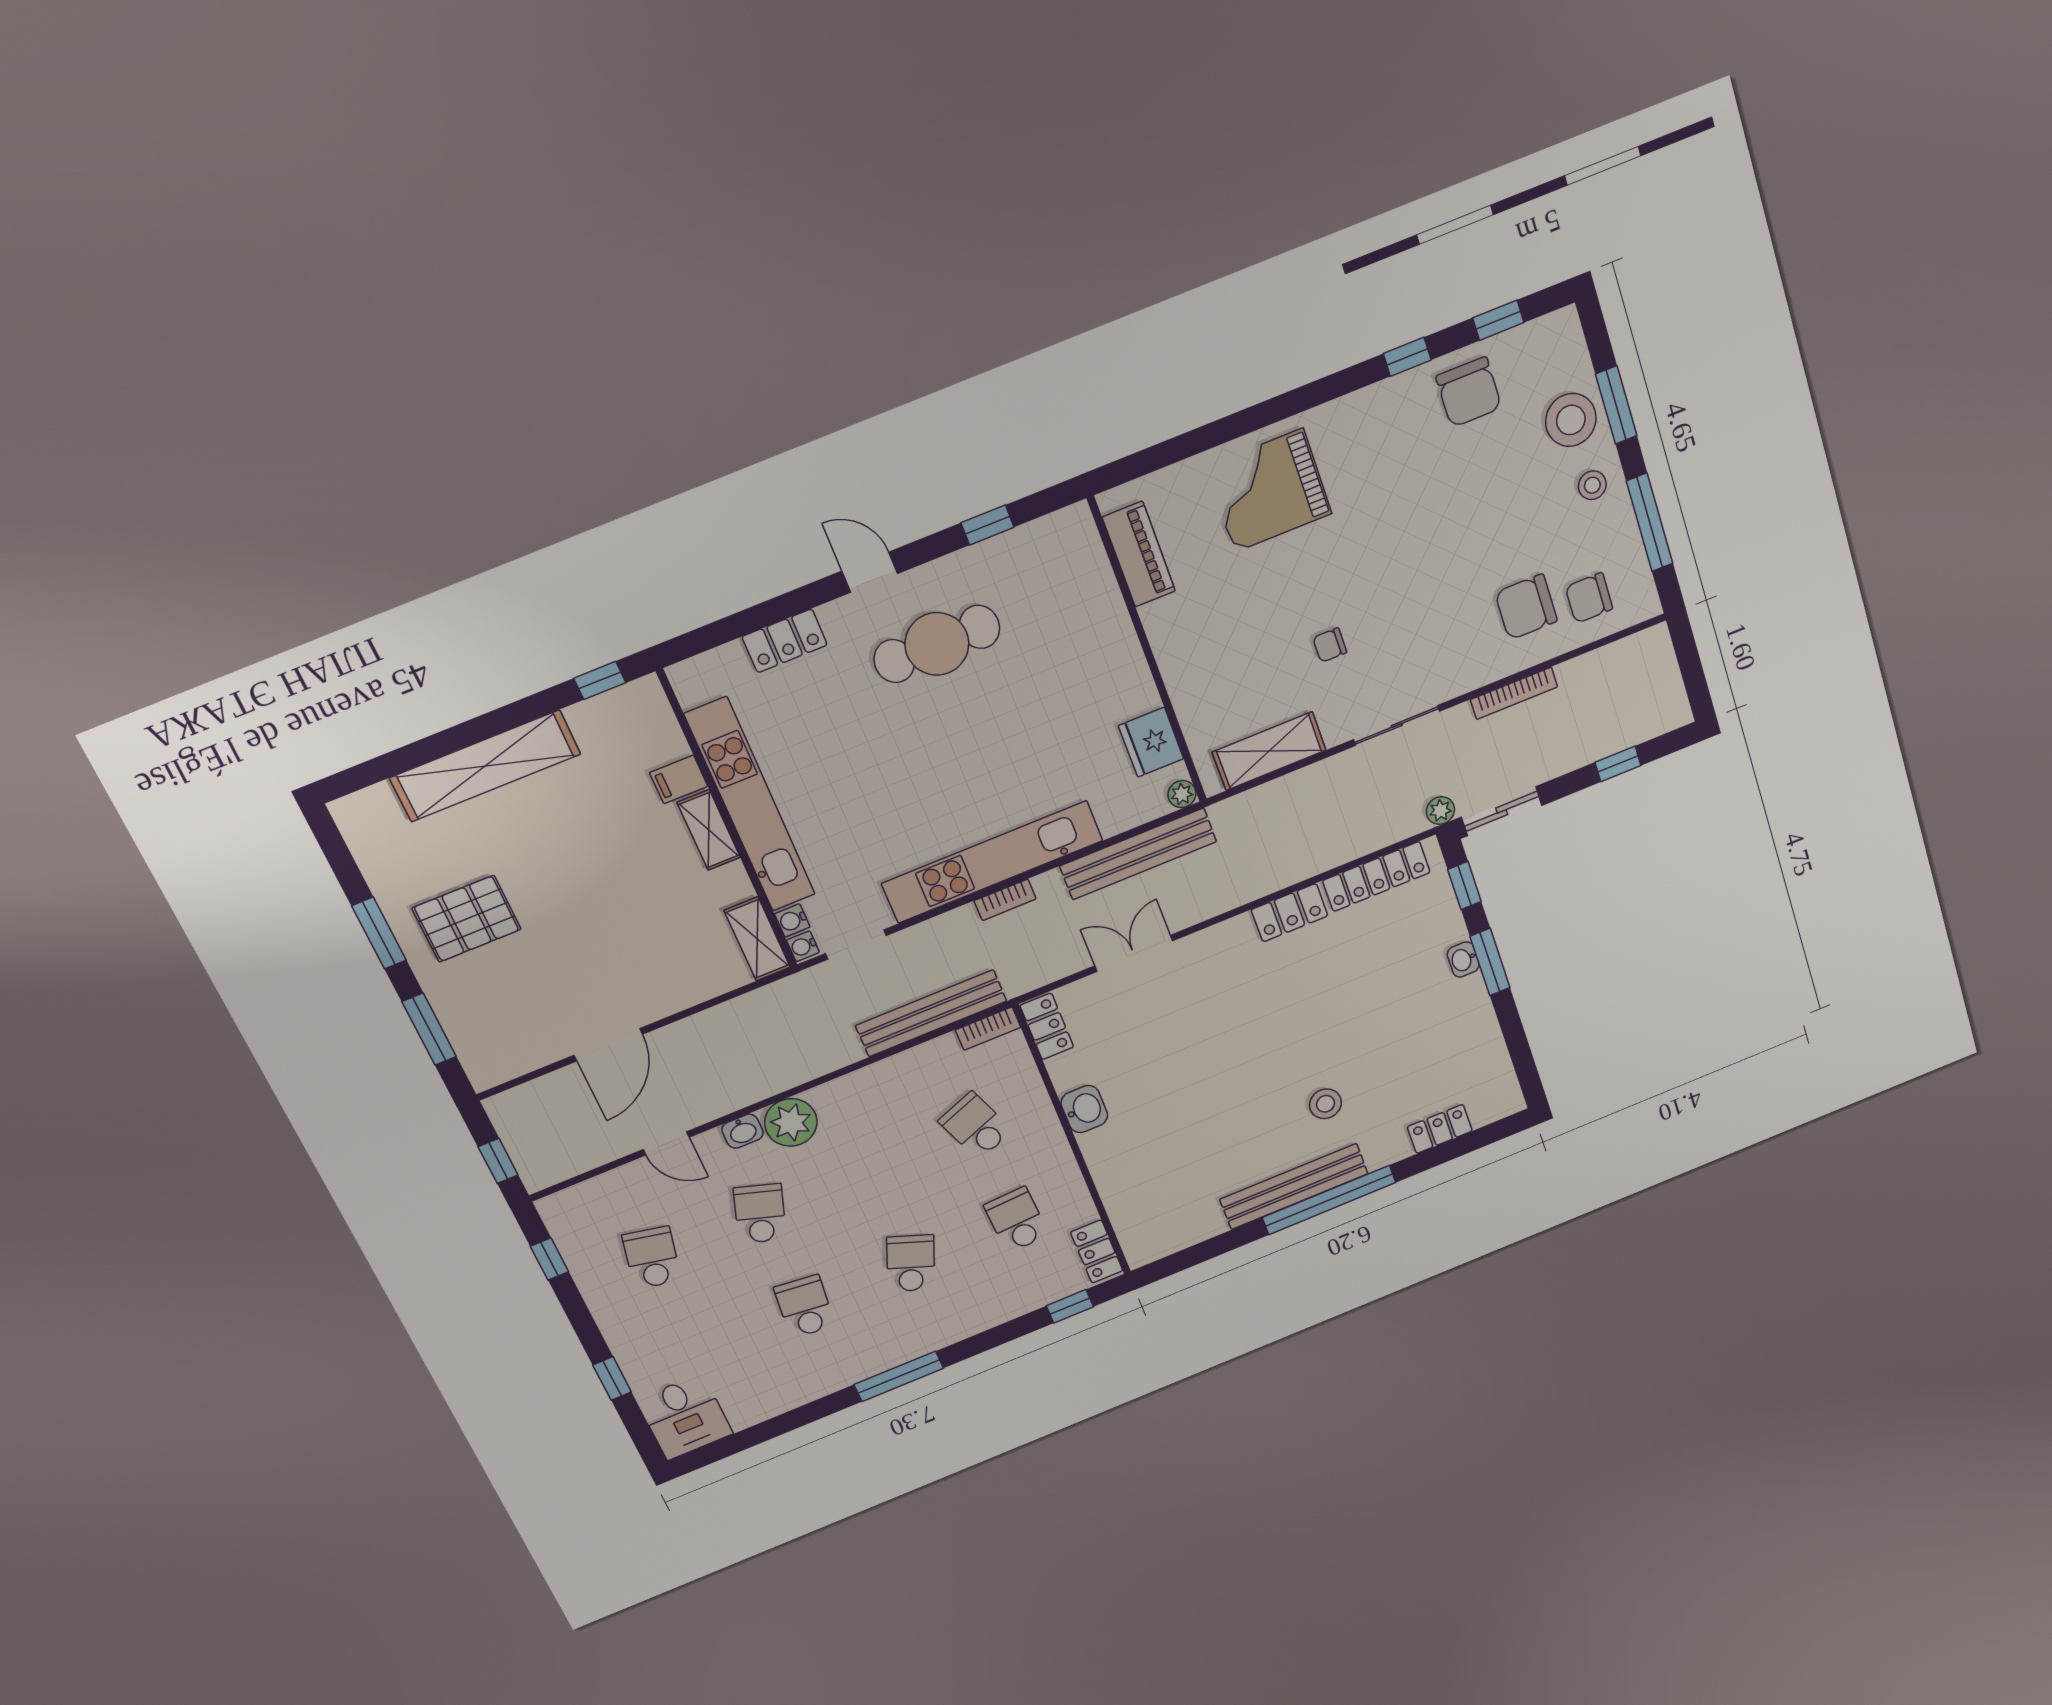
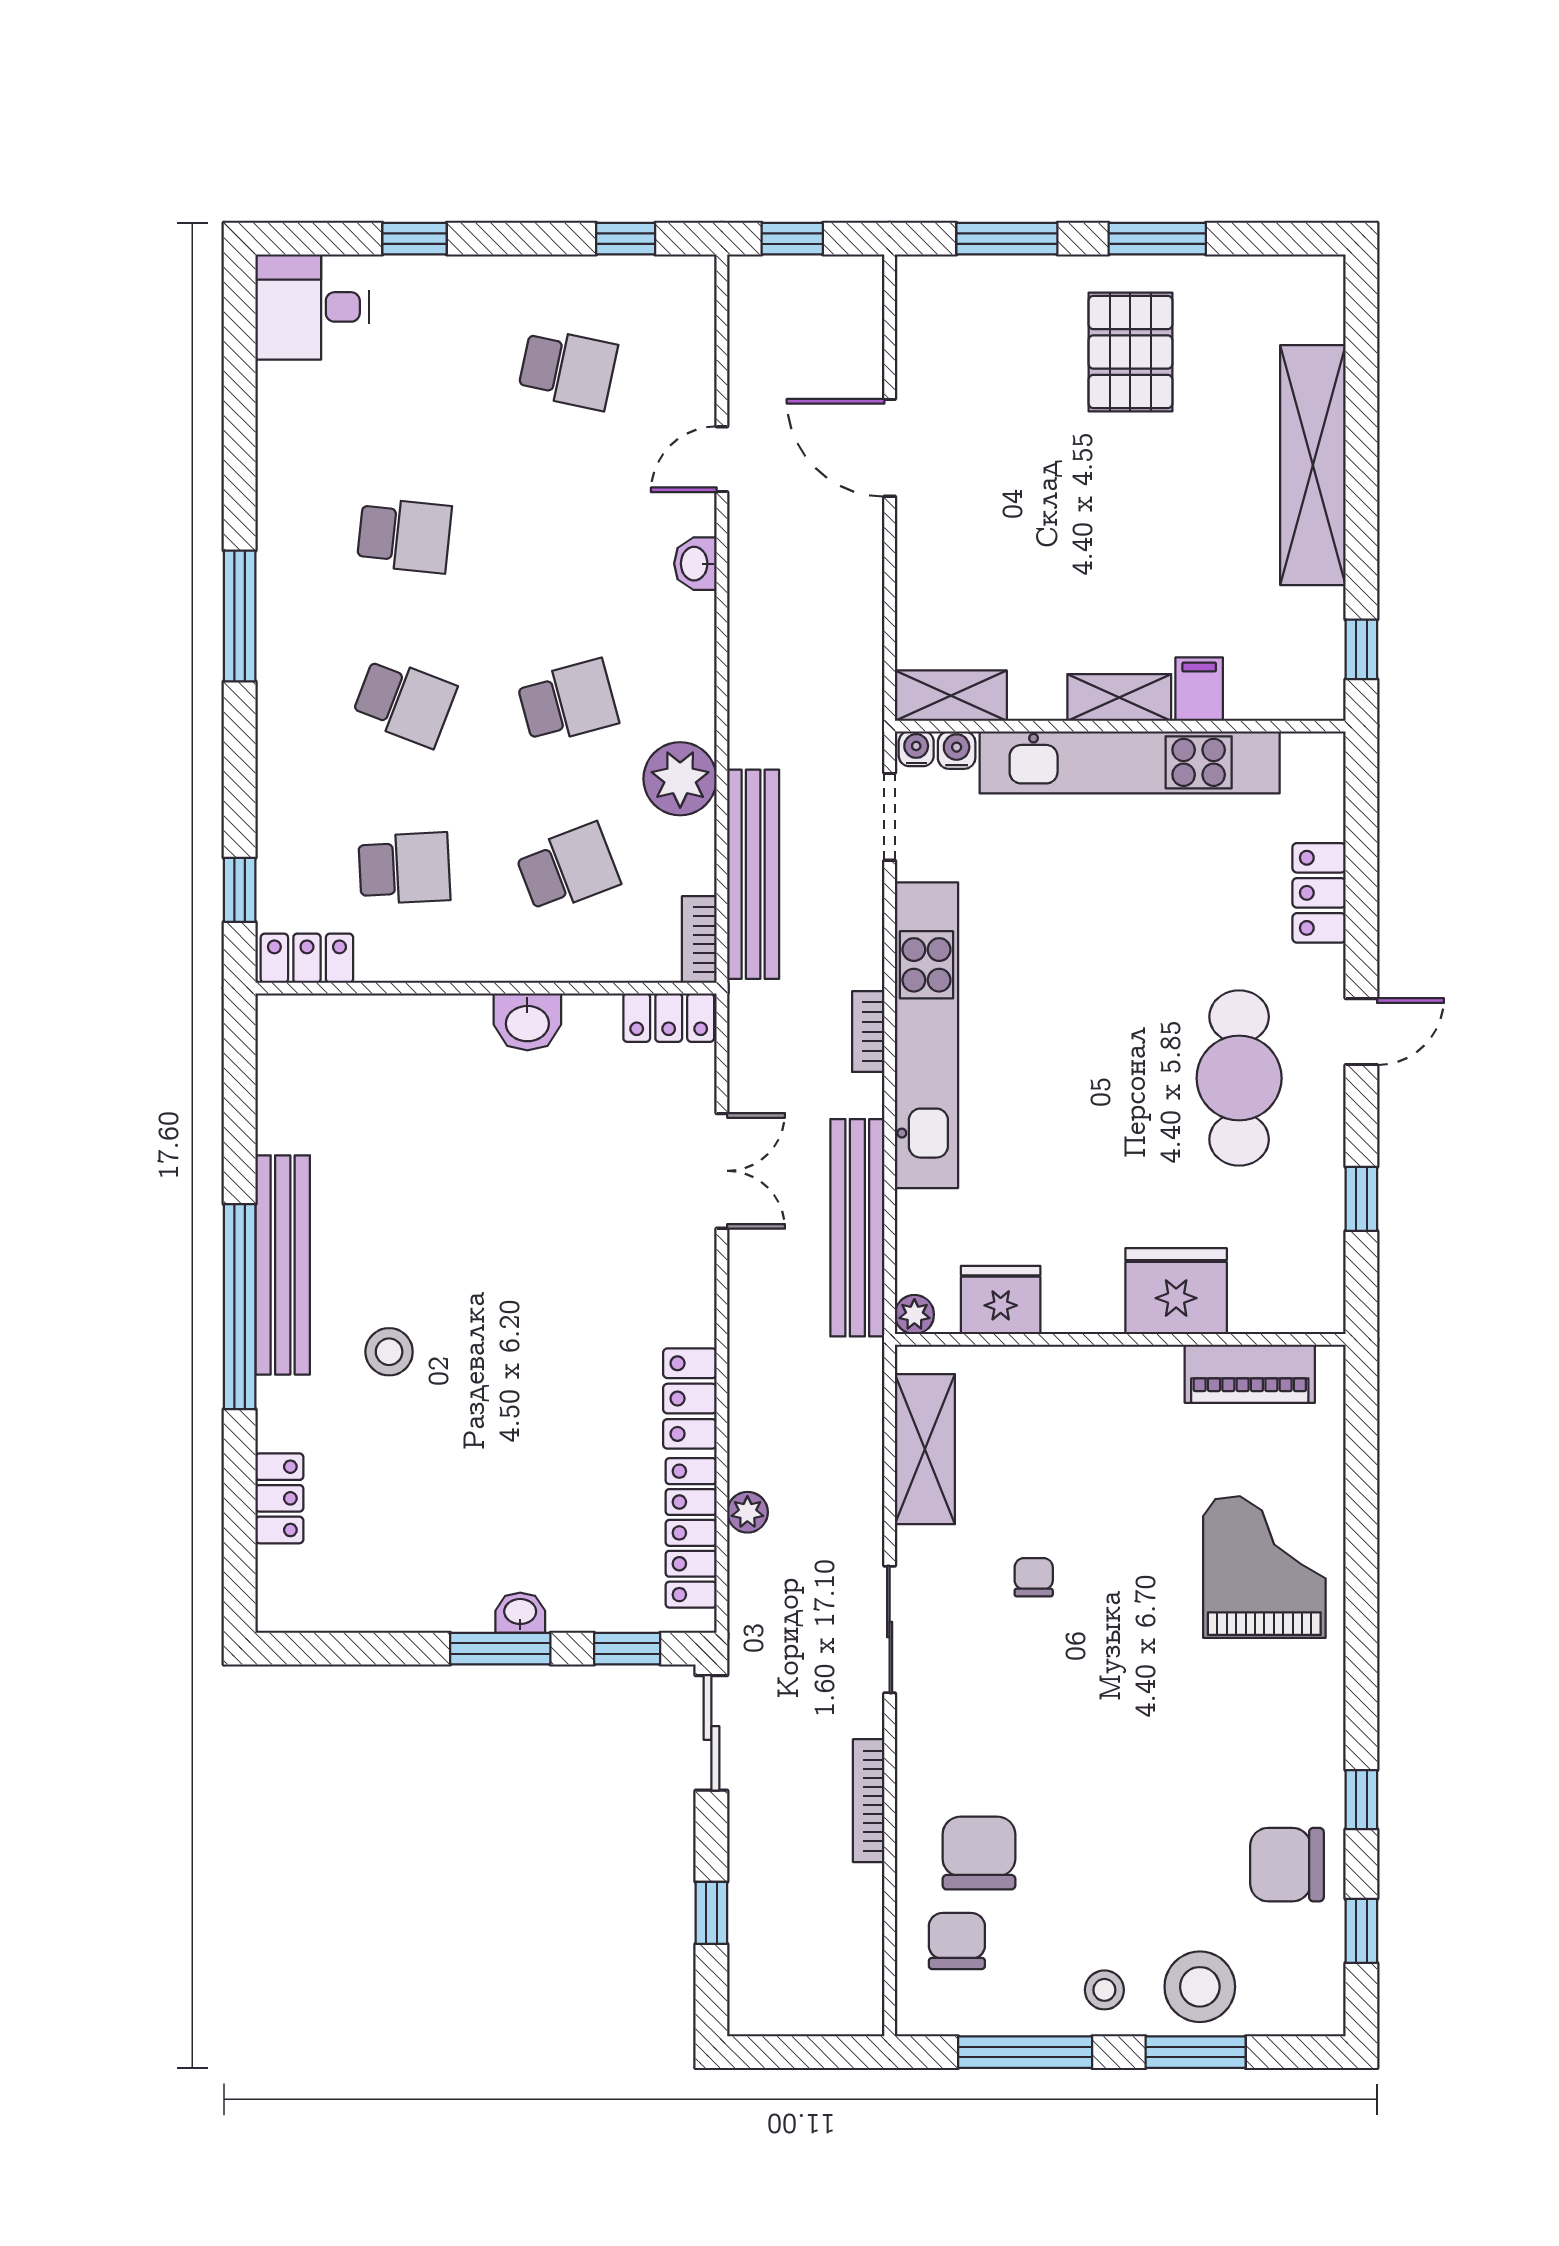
fridge: (1101, 628) -> (1176, 1291), added
plant: (1440, 811) -> (747, 1512), moved
plant: (791, 1122) -> (680, 779), moved
school desk: (760, 1214) -> (568, 702), moved, turned -33

